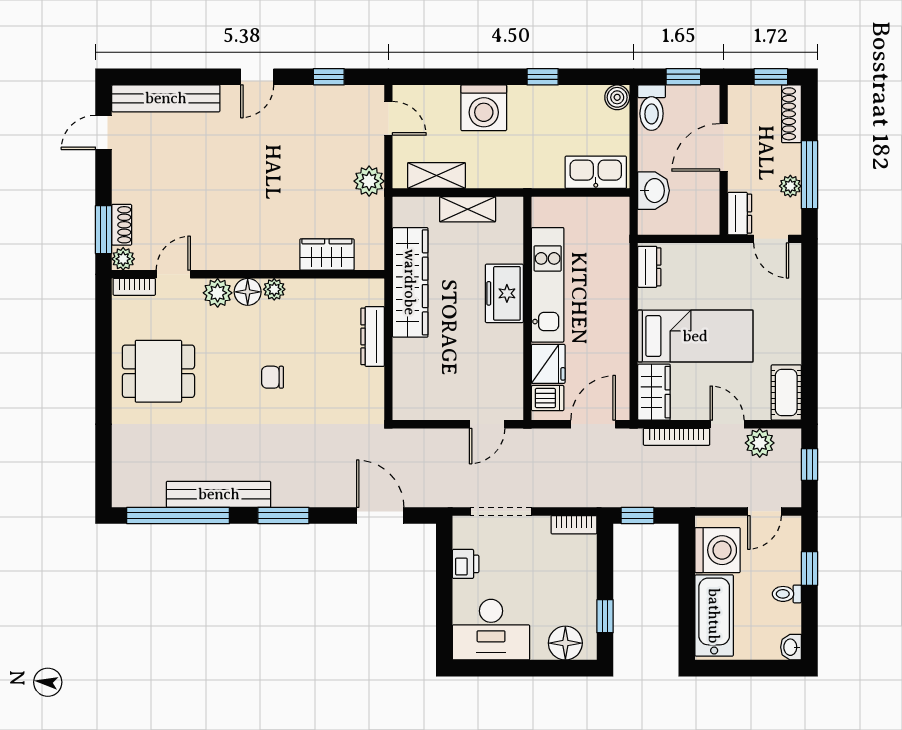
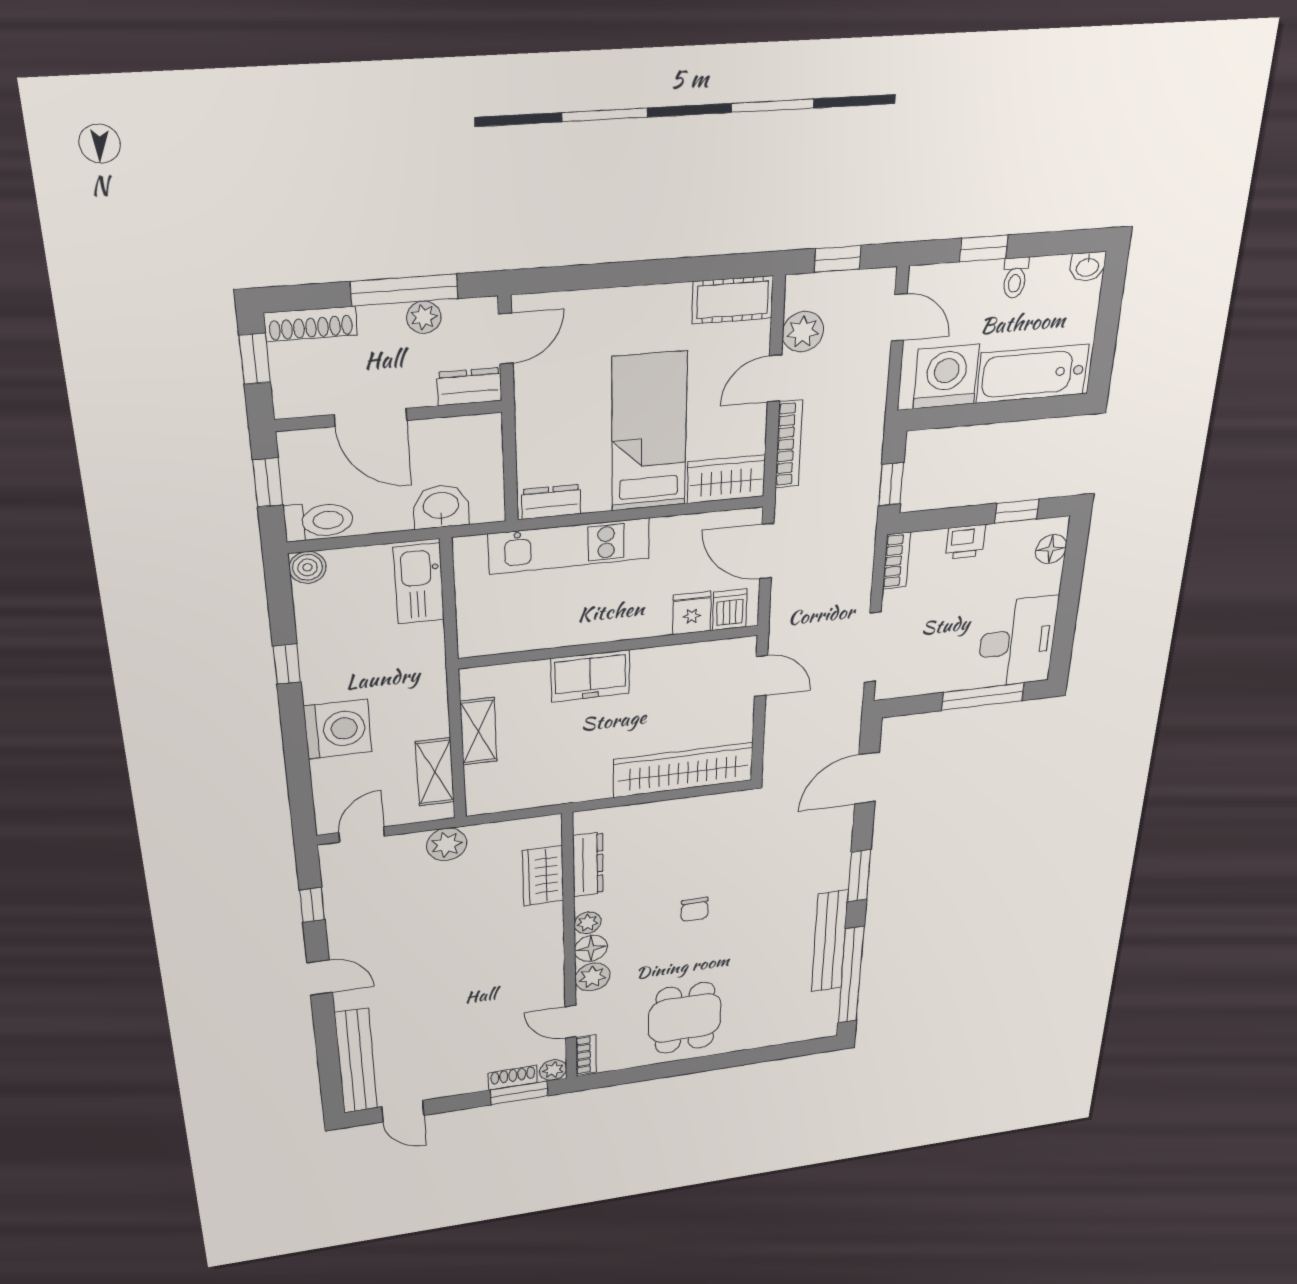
wardrobe: (410, 282) -> (683, 770), moved
kitchen unit: (548, 285) -> (569, 546), moved, turned 180
dresser: (373, 336) -> (588, 865), moved, turned -90
fridge: (548, 364) -> (692, 613), width x0.72
printer: (466, 564) -> (966, 542), moved, turned 180
window: (444, 606) -> (983, 697), added
floor lamp: (565, 643) -> (1051, 549), width x0.73, depth x0.73

